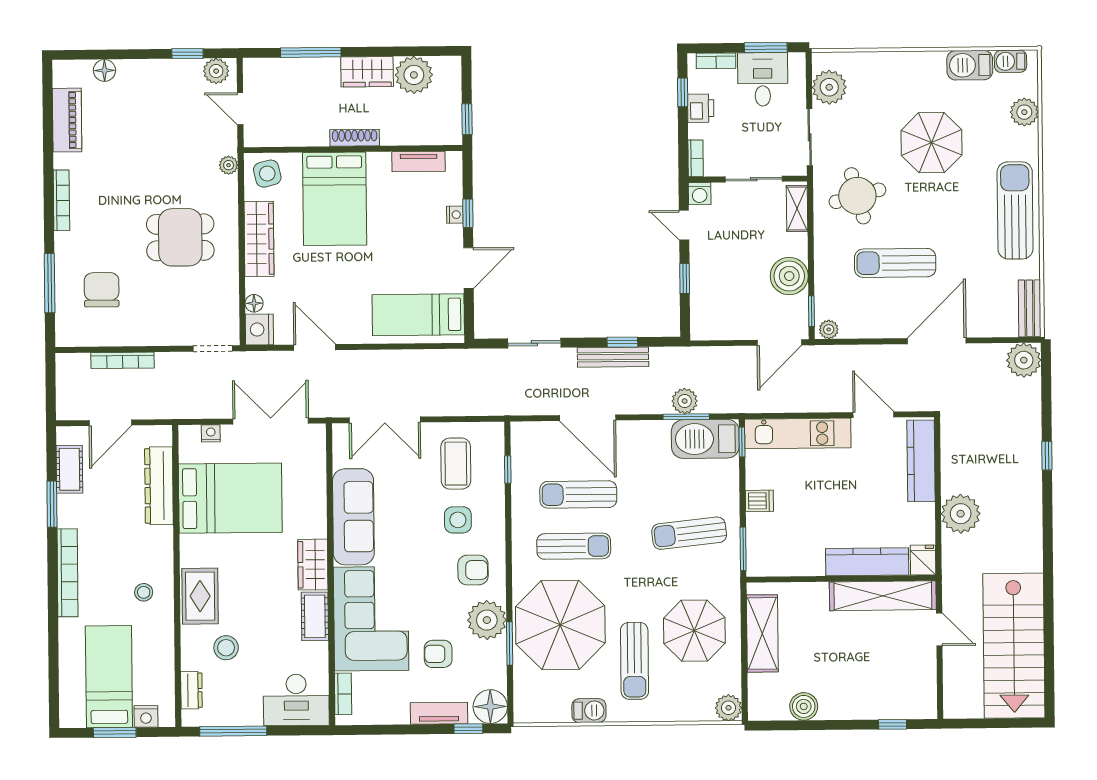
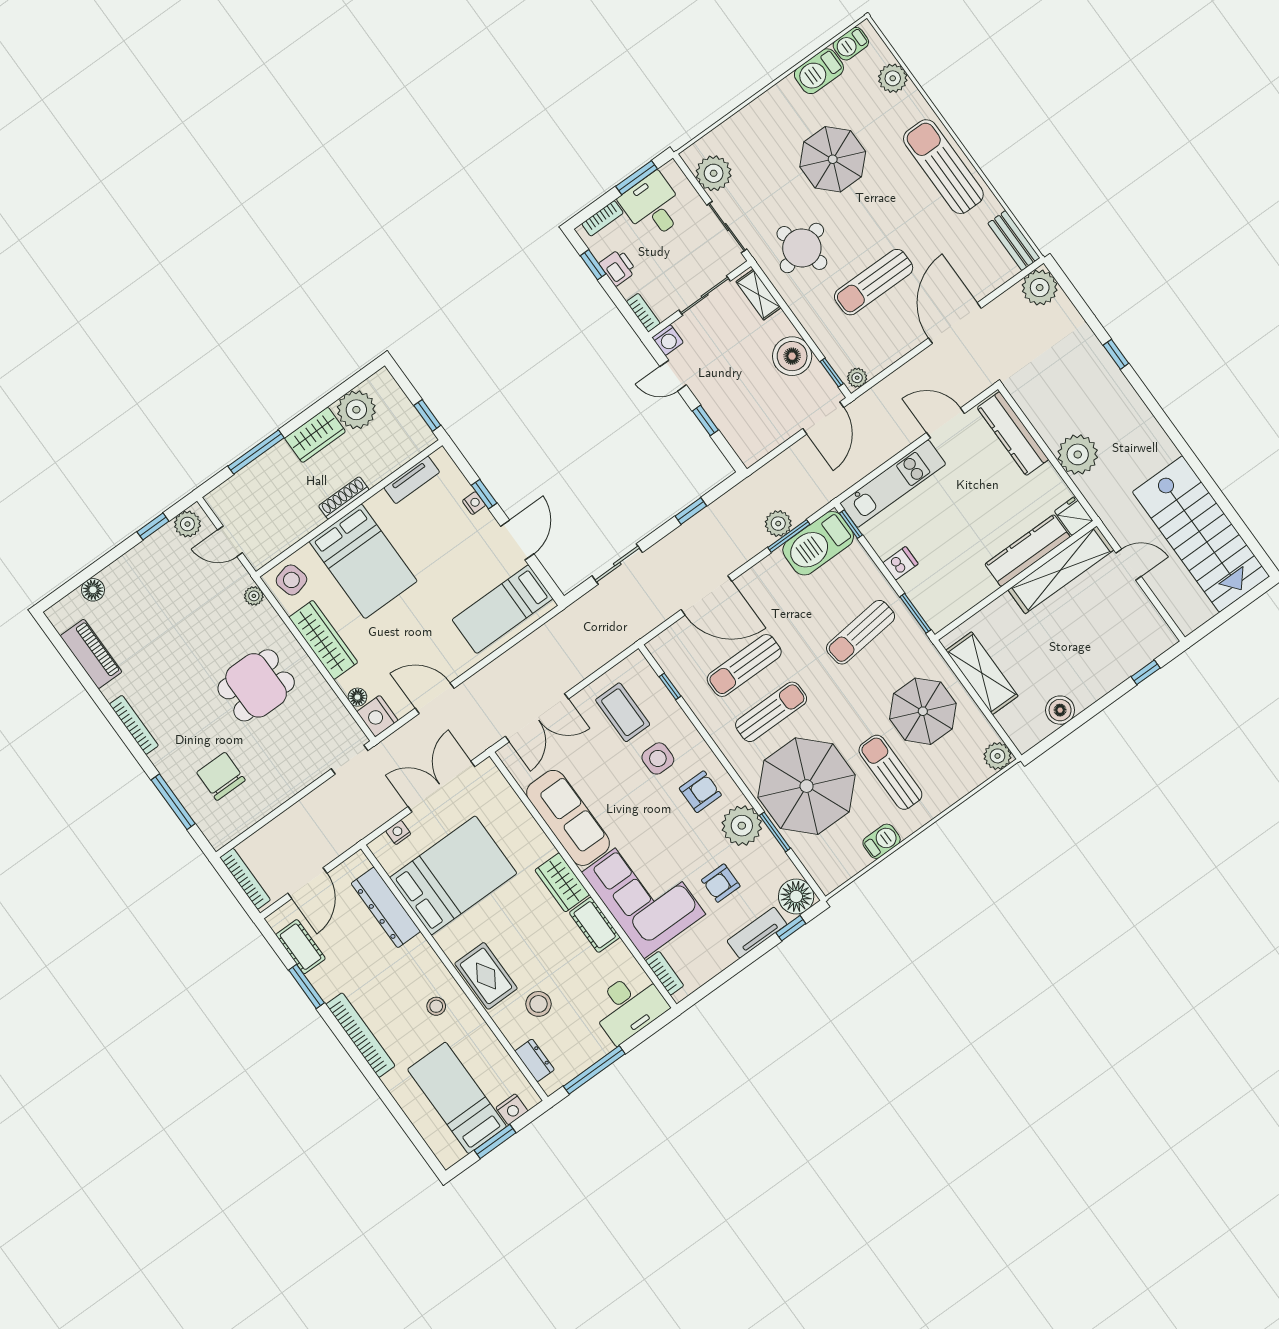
bench: (613, 357) -> (692, 529), removed
bookcase: (122, 360) -> (245, 879), moved, turned -90
sun lounger: (635, 661) -> (890, 772), turned 180

